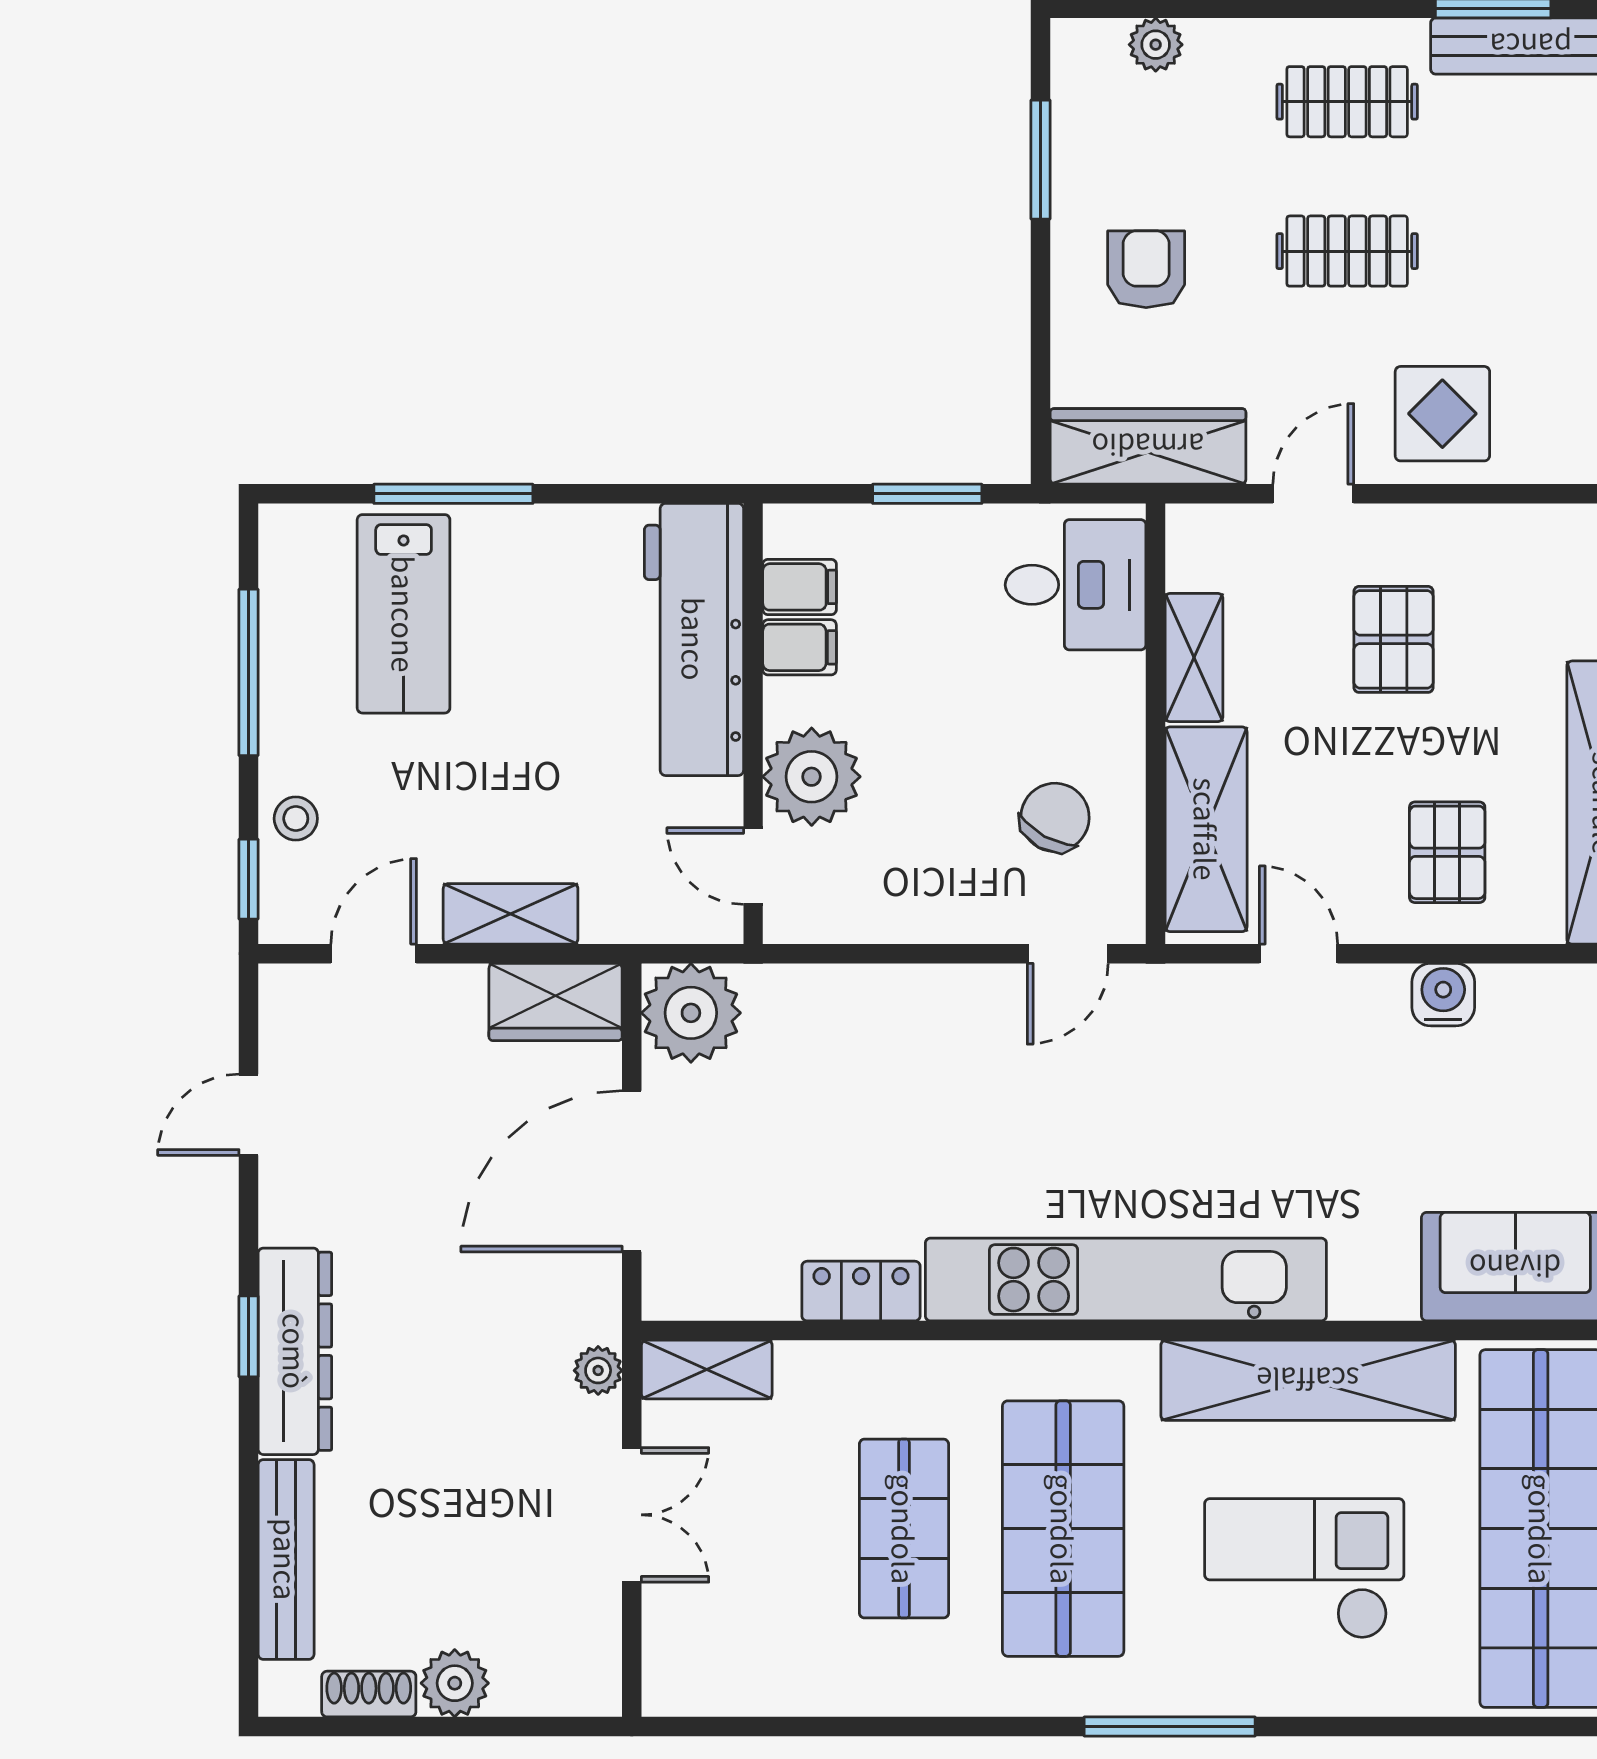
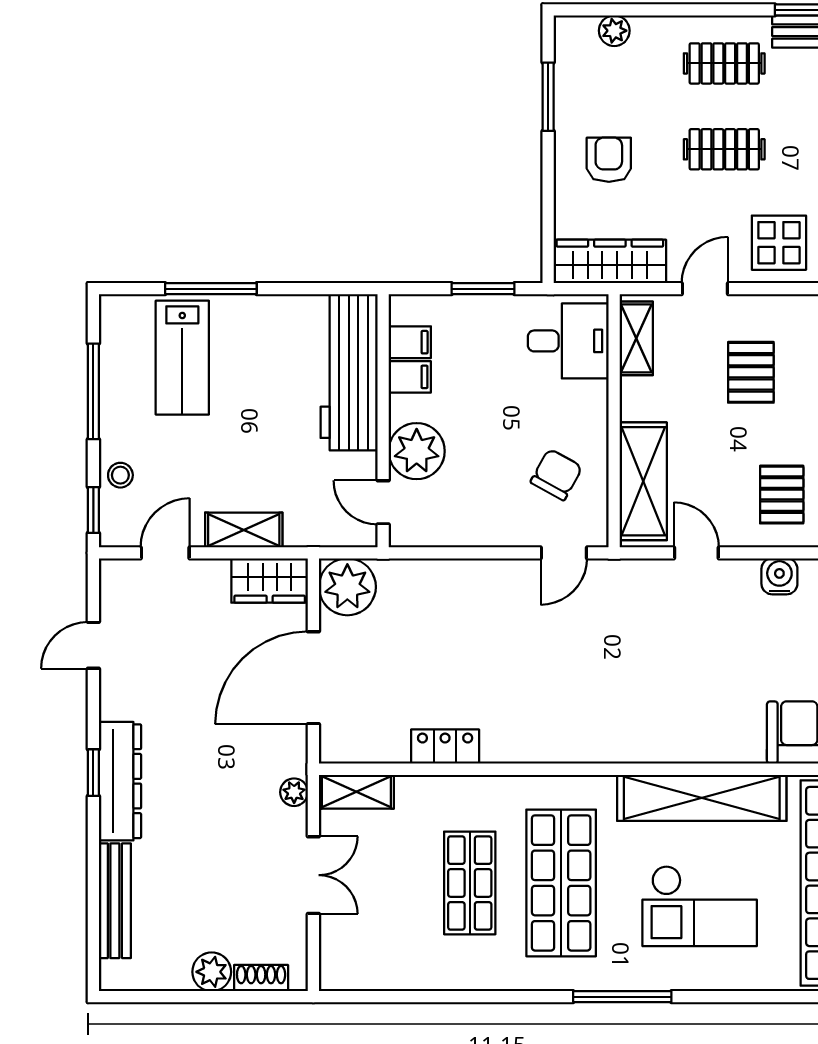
shelving: (1194, 657) -> (636, 338), moved
kitchen unit: (1126, 1280) -> (597, 740), removed
checkout: (1304, 1569) -> (700, 906), turned 180
shoe rack: (369, 1694) -> (261, 978), moved

